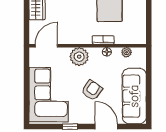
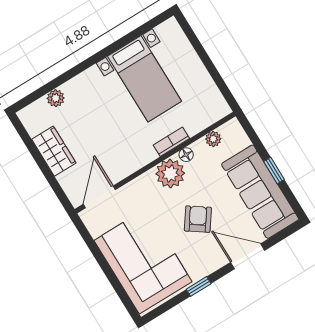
plant: (79, 57) -> (170, 173), moved
window: (149, 89) -> (274, 170), added

